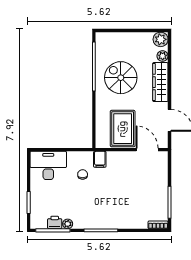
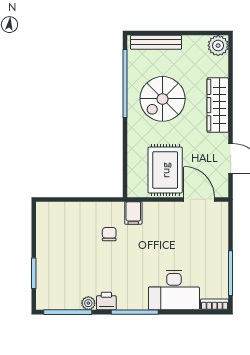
bench: (116, 37) -> (156, 42), added
plant: (163, 56) -> (221, 69), removed
spiral stairs: (121, 78) -> (163, 99), turned -90
desk: (48, 165) -> (174, 290), moved, turned 180
printer: (55, 222) -> (106, 301), moved

